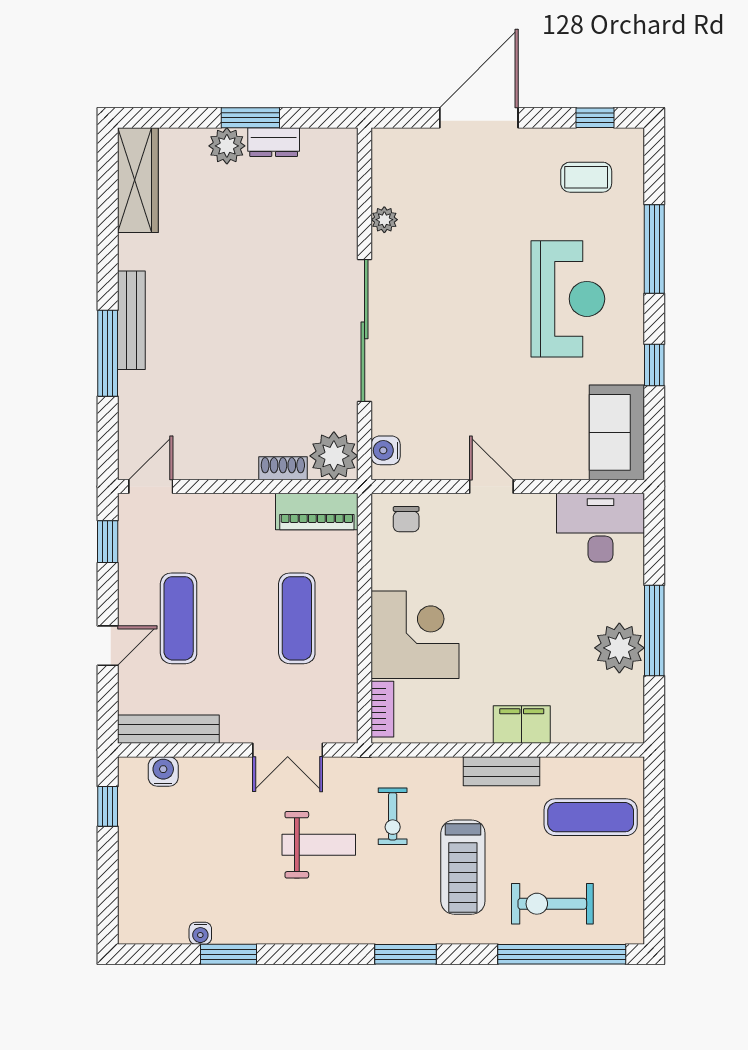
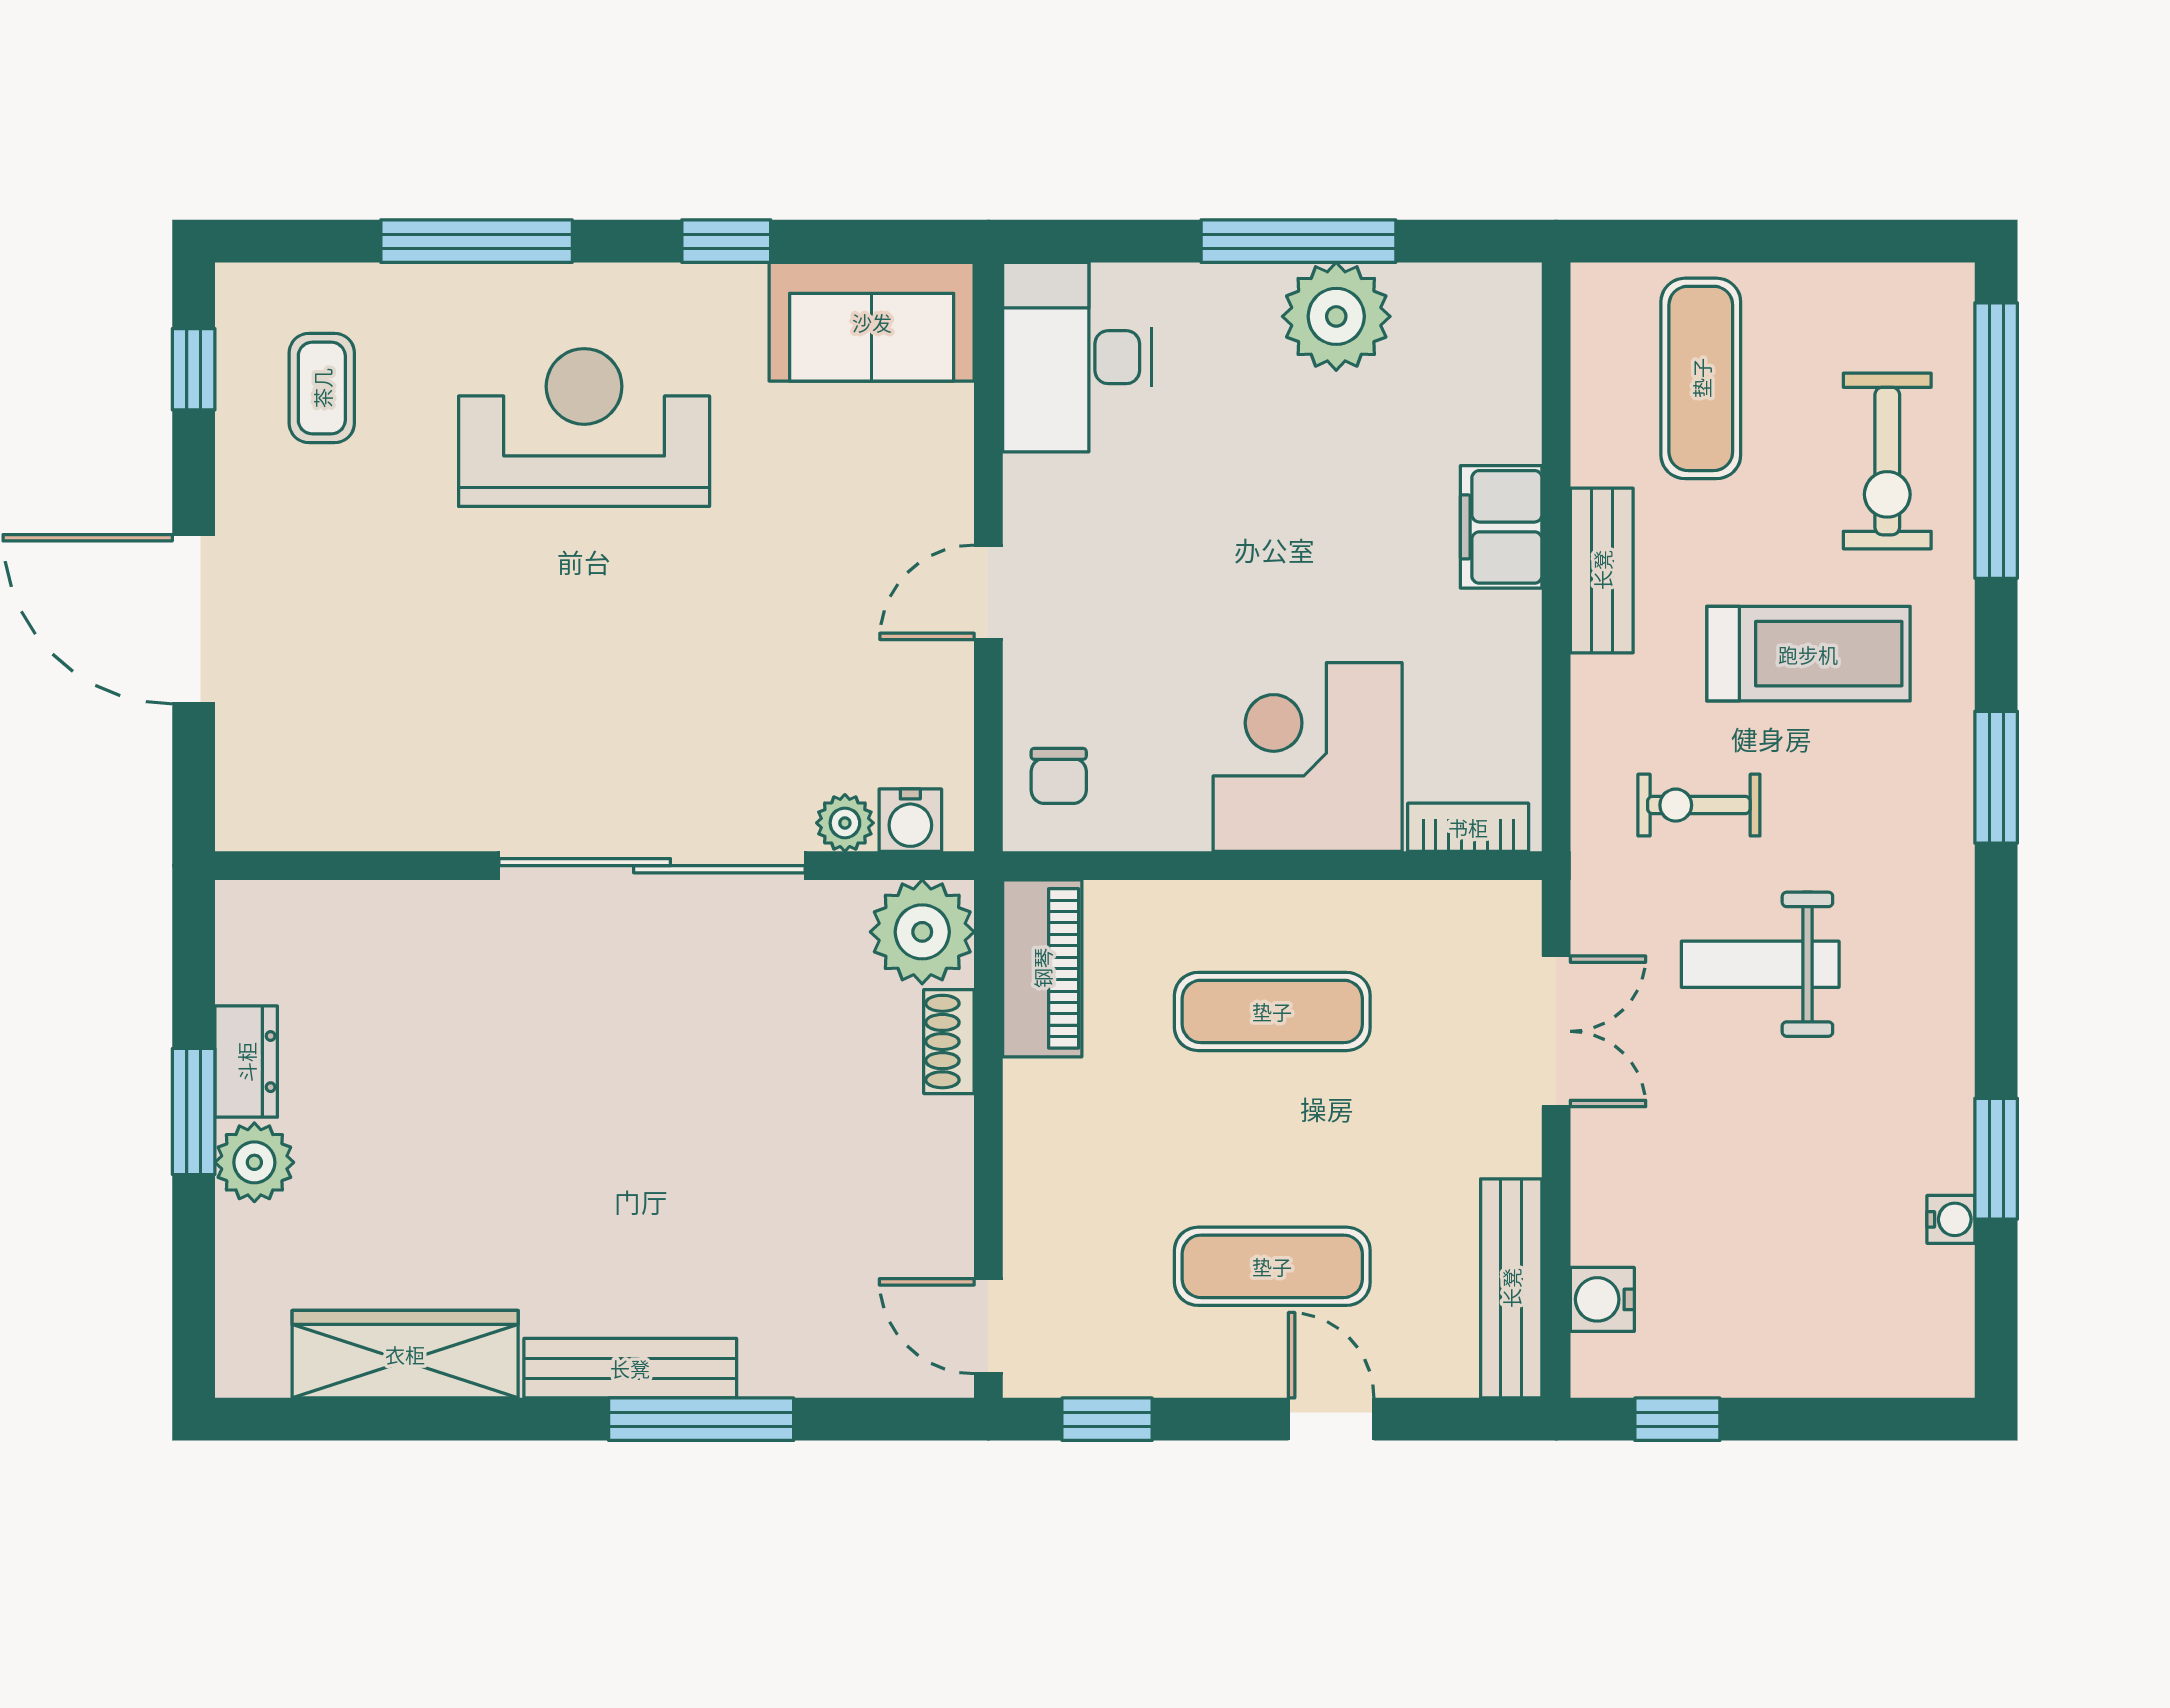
wardrobe: (138, 180) -> (405, 1354), moved
plant: (384, 220) -> (845, 823), moved
chair: (406, 519) -> (1059, 776), turned 90
exercise bike: (393, 816) -> (1699, 805), turned 180
weight bench: (319, 845) -> (1760, 964), turned -90

